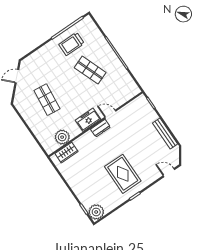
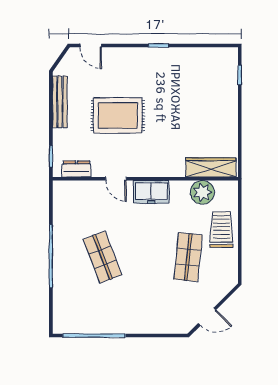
trolley: (71, 44) -> (221, 230), moved, turned -90
dresser: (100, 128) -> (76, 169), moved
wardrobe: (66, 153) -> (211, 167), width x1.50
rug: (123, 174) -> (118, 116), moved, turned 90
plant: (96, 212) -> (226, 60), removed

